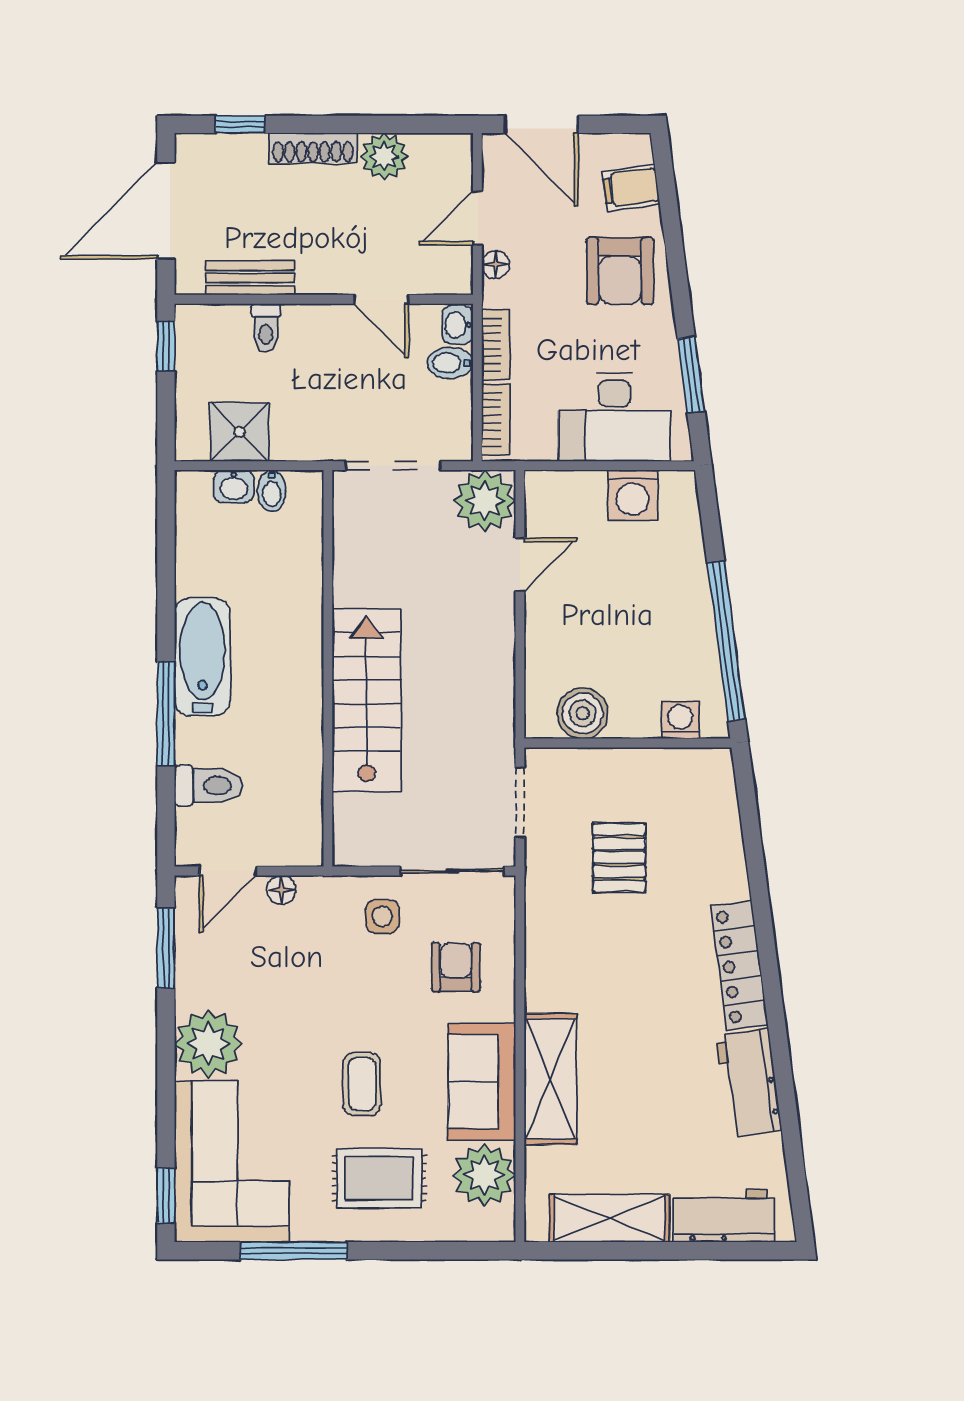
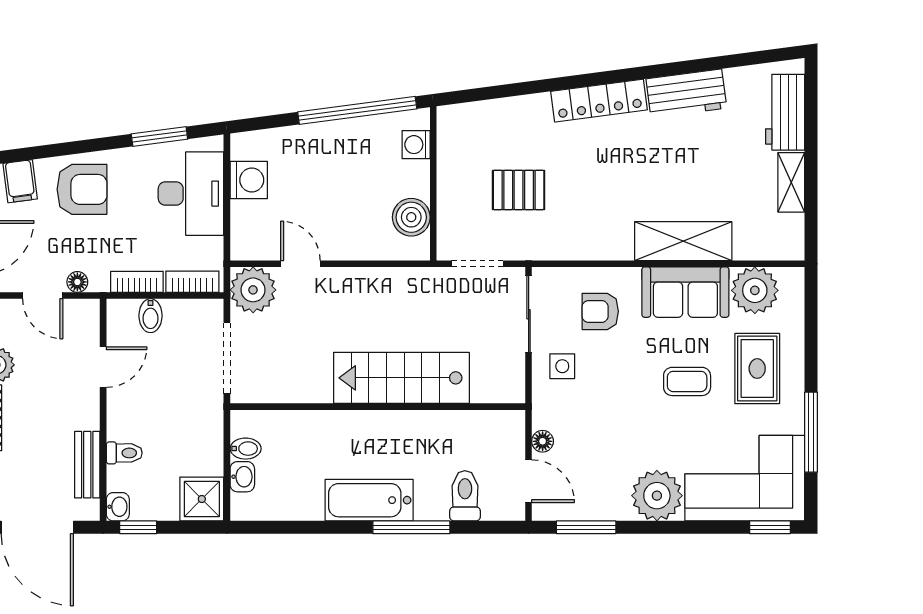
washbasin: (458, 325) -> (118, 507), moved, turned -90
shower: (240, 432) -> (202, 499), moved
shelving: (609, 1218) -> (791, 182), width x0.67, depth x0.75

